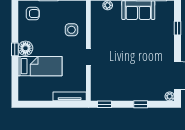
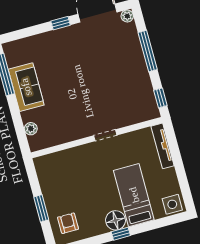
window: (177, 28) -> (61, 23), moved
side table: (71, 30) -> (172, 204), moved
window: (141, 104) -> (148, 51), width x2.17

